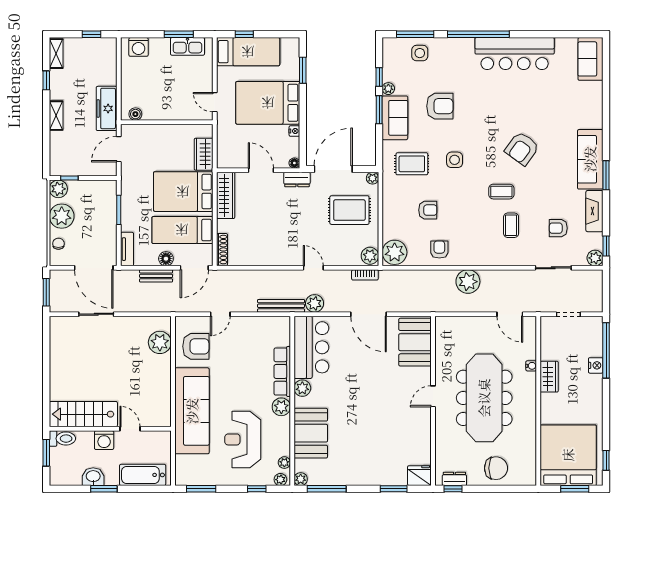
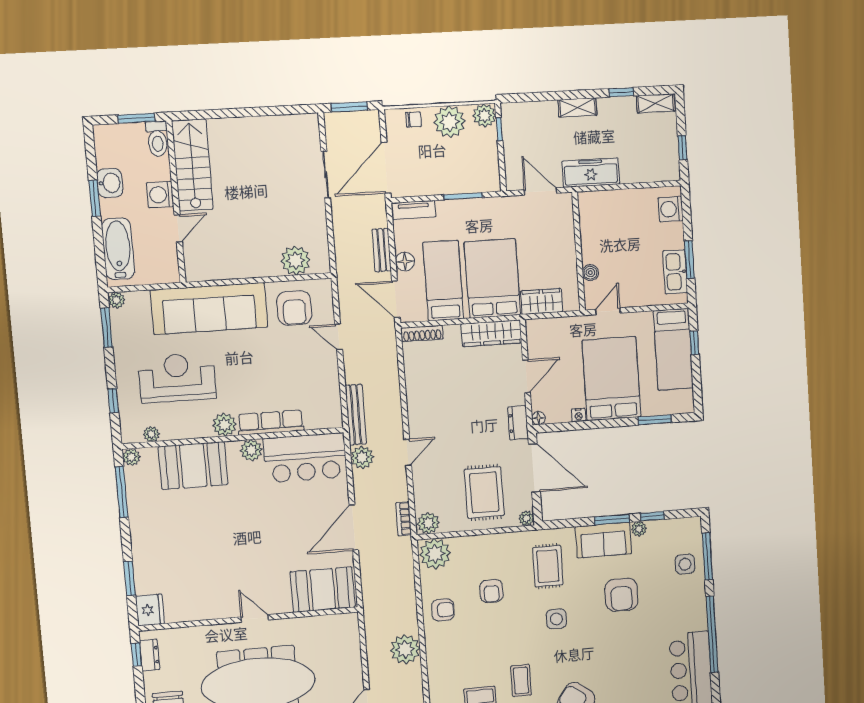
boiler: (135, 114) -> (590, 273), moved
plant: (280, 480) -> (117, 300), moved

